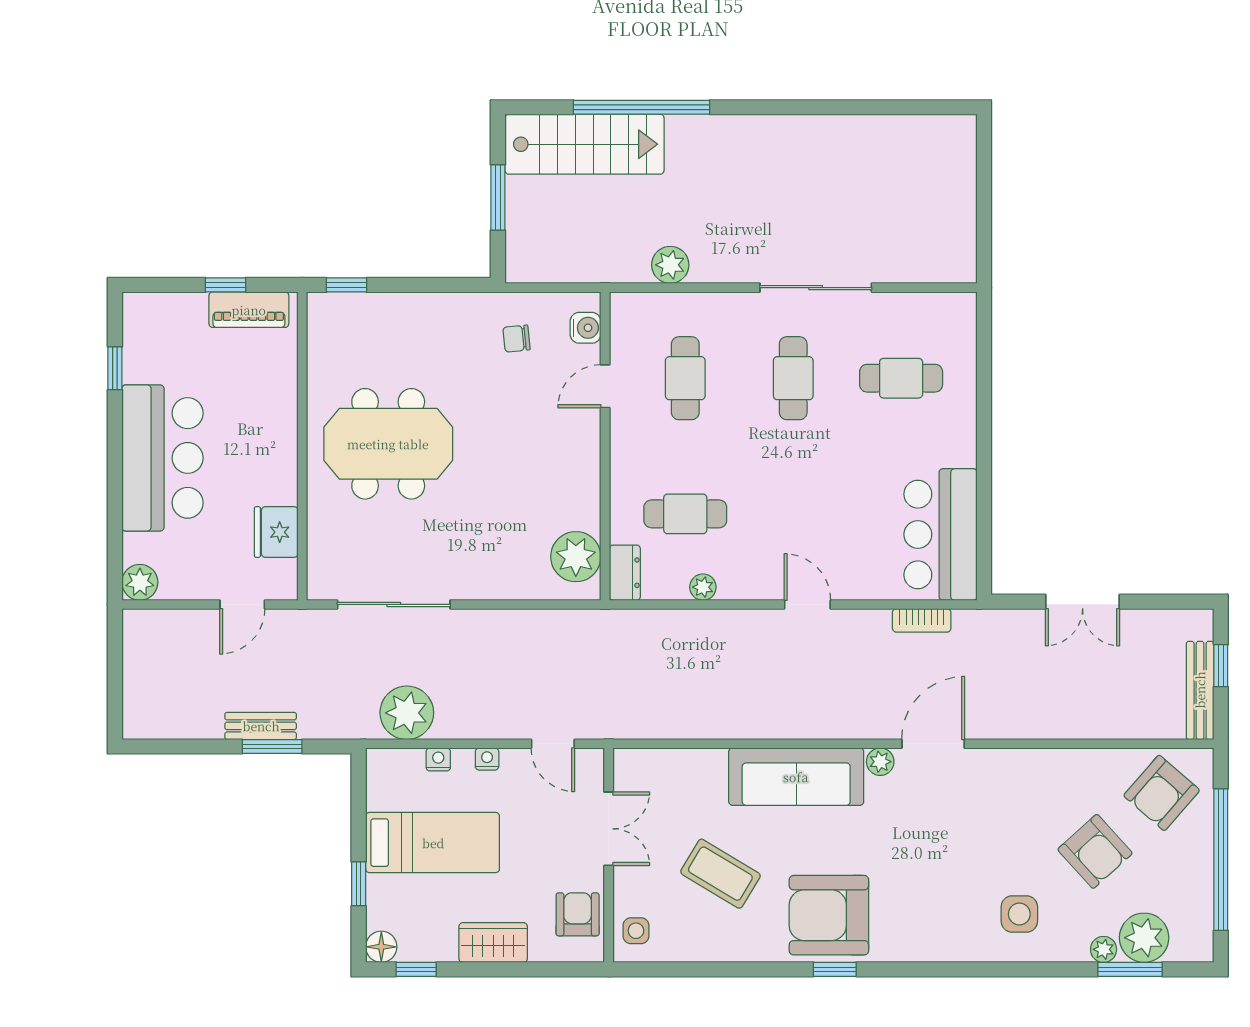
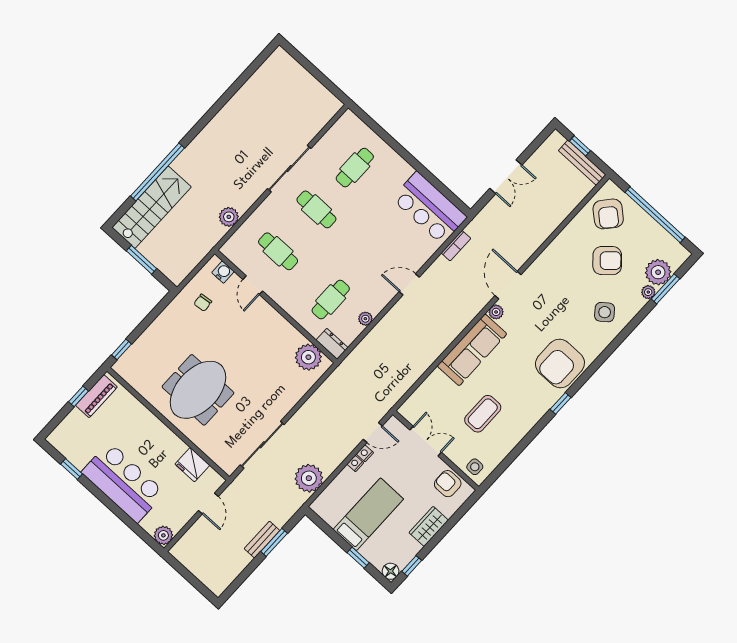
nightstand: (438, 759) -> (365, 453), moved
coffee table: (720, 874) -> (483, 414), turned -31
side table: (1019, 914) -> (605, 312), turned -38
armchair: (829, 915) -> (560, 364), moved

